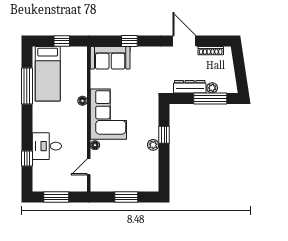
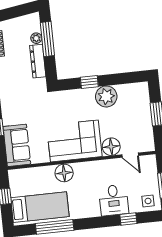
floor lamp: (82, 101) -> (64, 173), width x1.89, depth x1.89
floor lamp: (95, 145) -> (111, 147), width x1.89, depth x1.89
plant: (153, 145) -> (106, 96), width x1.88, depth x1.88
side table: (42, 179) -> (148, 201), added

